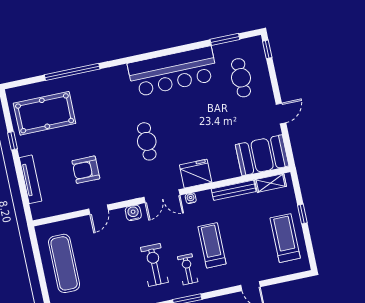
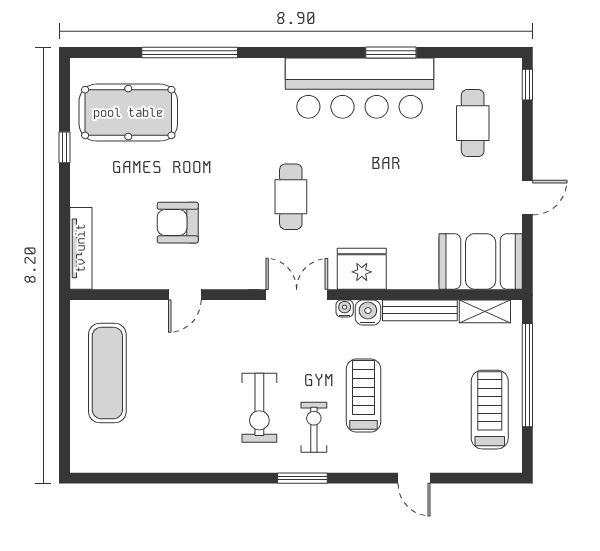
window: (225, 39) -> (391, 53), moved
tv unit: (31, 179) -> (81, 248), moved
double door: (162, 196) -> (297, 295), swing flipped
water cooler: (133, 213) -> (368, 313), moved
window: (302, 214) -> (527, 375), width x3.17
exercise bike: (154, 265) -> (259, 408), turned 180

